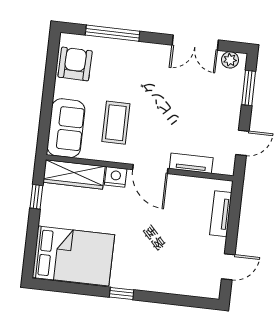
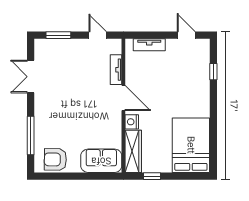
double door: (195, 43) -> (31, 77), swing flipped
plant: (230, 60) -> (40, 51), removed
coffee table: (116, 123) -> (93, 126), removed
door: (150, 169) -> (123, 98), hinge flipped
window: (122, 293) -> (213, 72), moved

